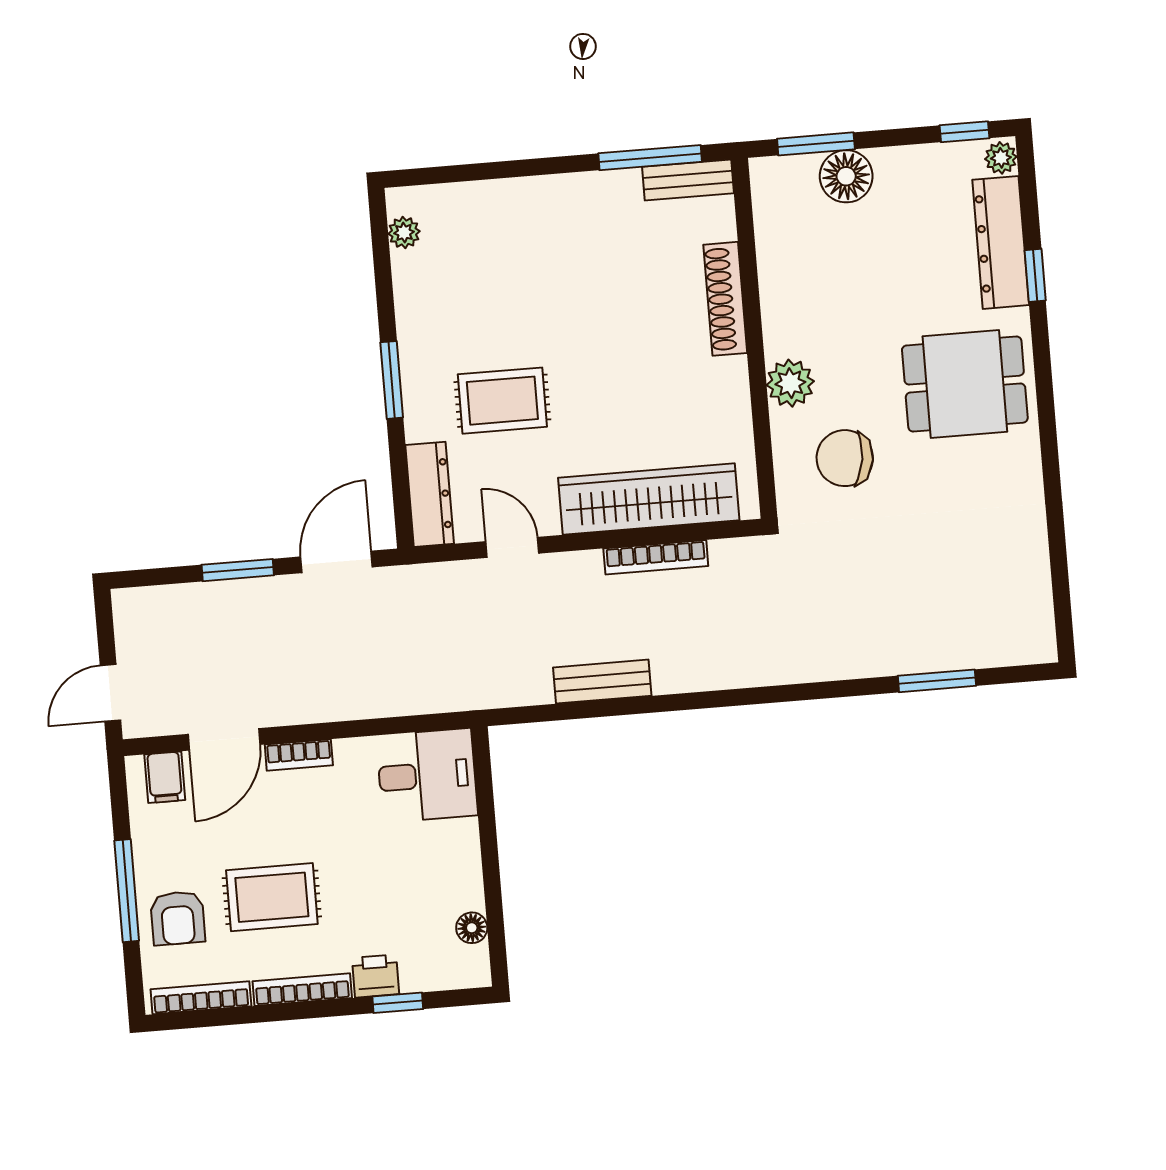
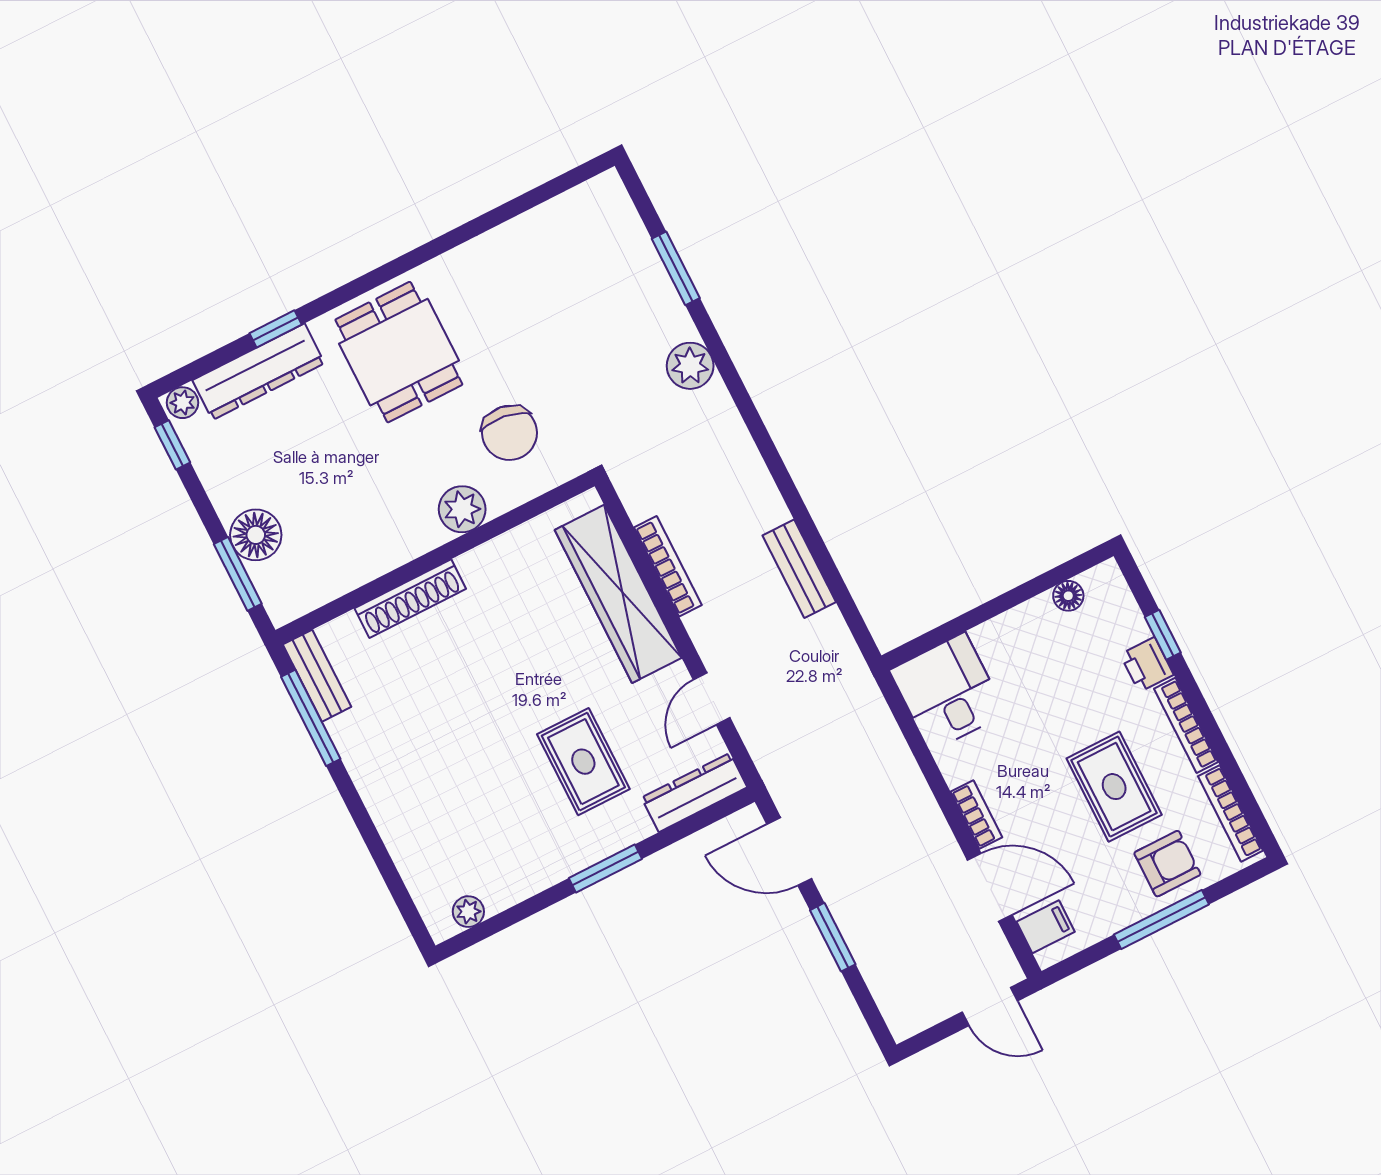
plant: (838, 656) -> (690, 366), added

